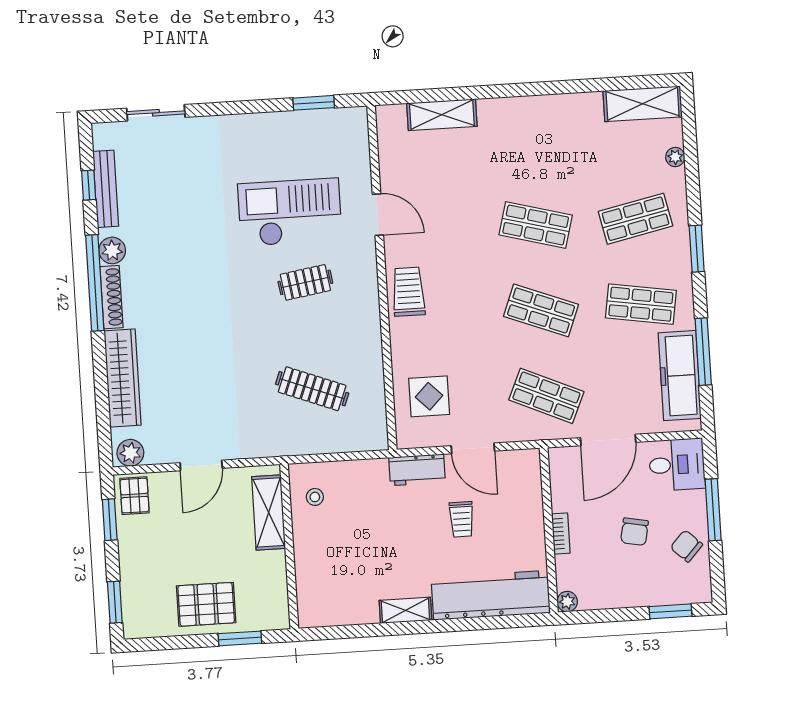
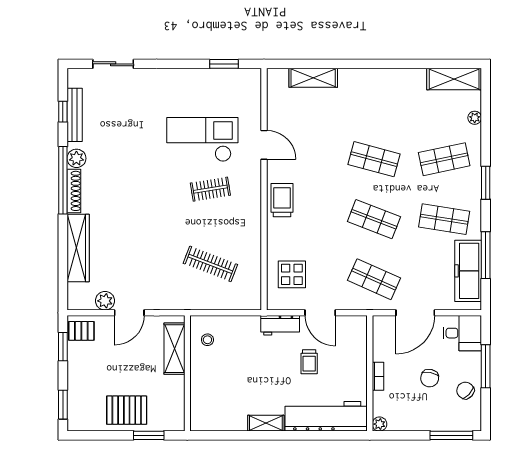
plant: (130, 453) -> (105, 301), moved
pallet: (134, 496) -> (81, 331), turned 90
window: (670, 611) -> (451, 435), width x1.44

